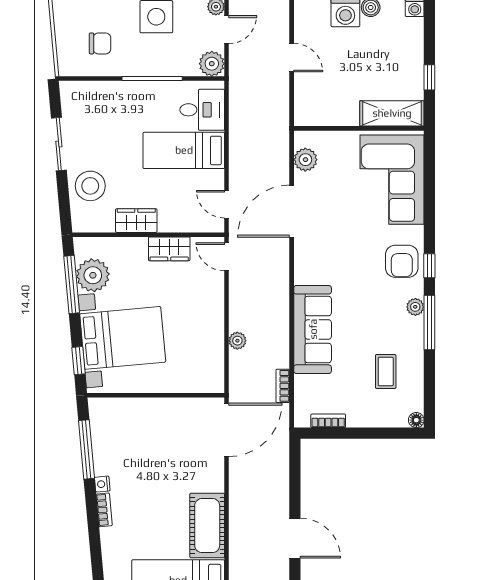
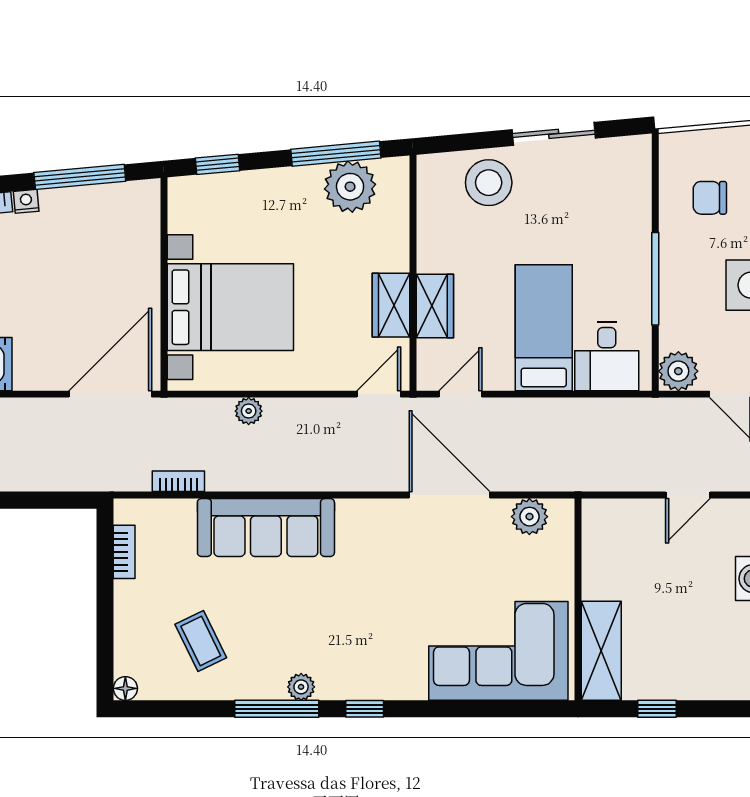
chair: (100, 43) -> (710, 198), turned 90
wardrobe: (136, 221) -> (435, 306), moved
armchair: (402, 261) -> (372, 666), removed
bed with nightstands: (123, 338) -> (230, 307), moved, turned -85
coffee table: (386, 371) -> (201, 641), turned 64
door: (227, 430) -> (110, 394), swing flipped

